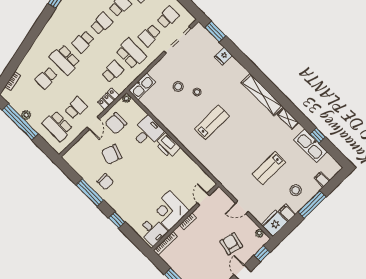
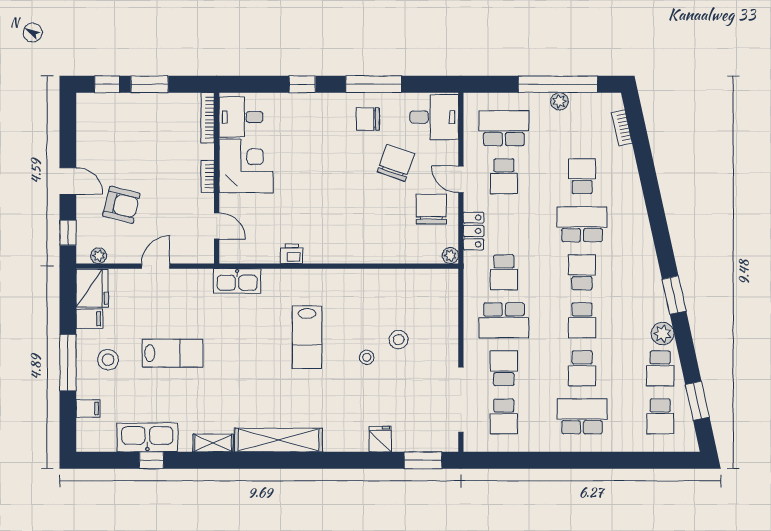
kitchen sink: (142, 86) -> (237, 281), moved, turned -90
desk: (147, 132) -> (434, 117), moved, turned -90
printer: (168, 145) -> (292, 254), moved, width x0.53, depth x0.68
lab bench: (269, 168) -> (173, 353), turned 90

